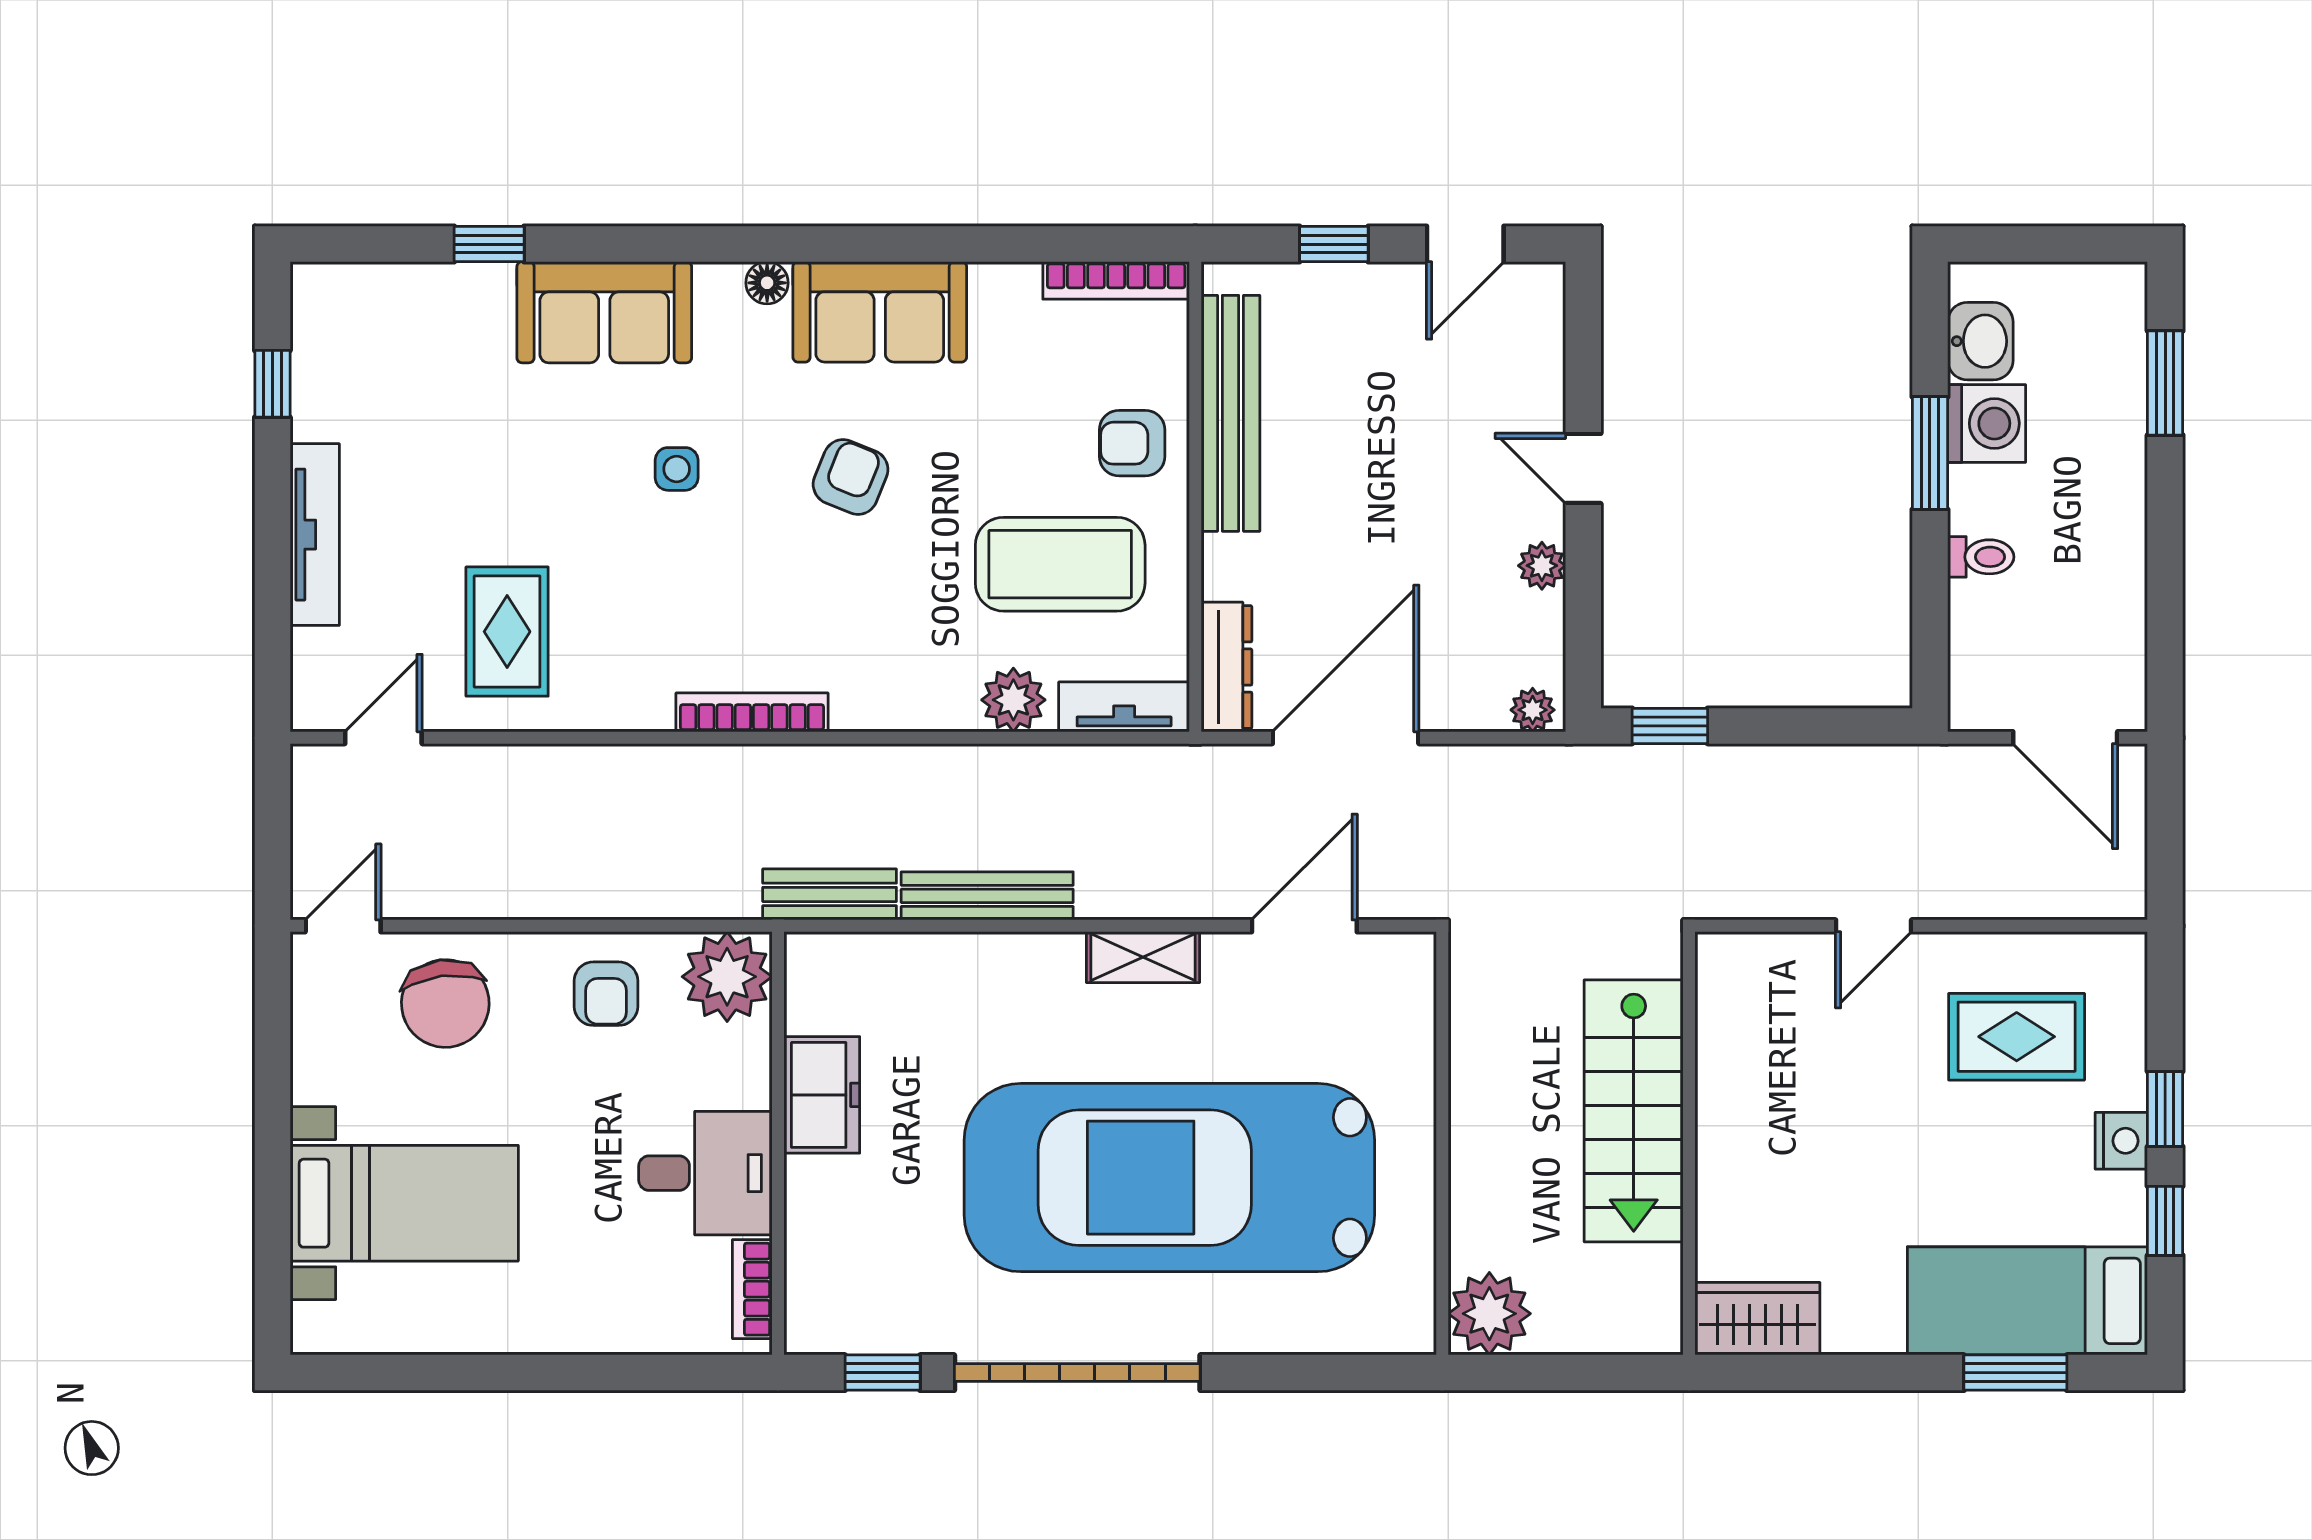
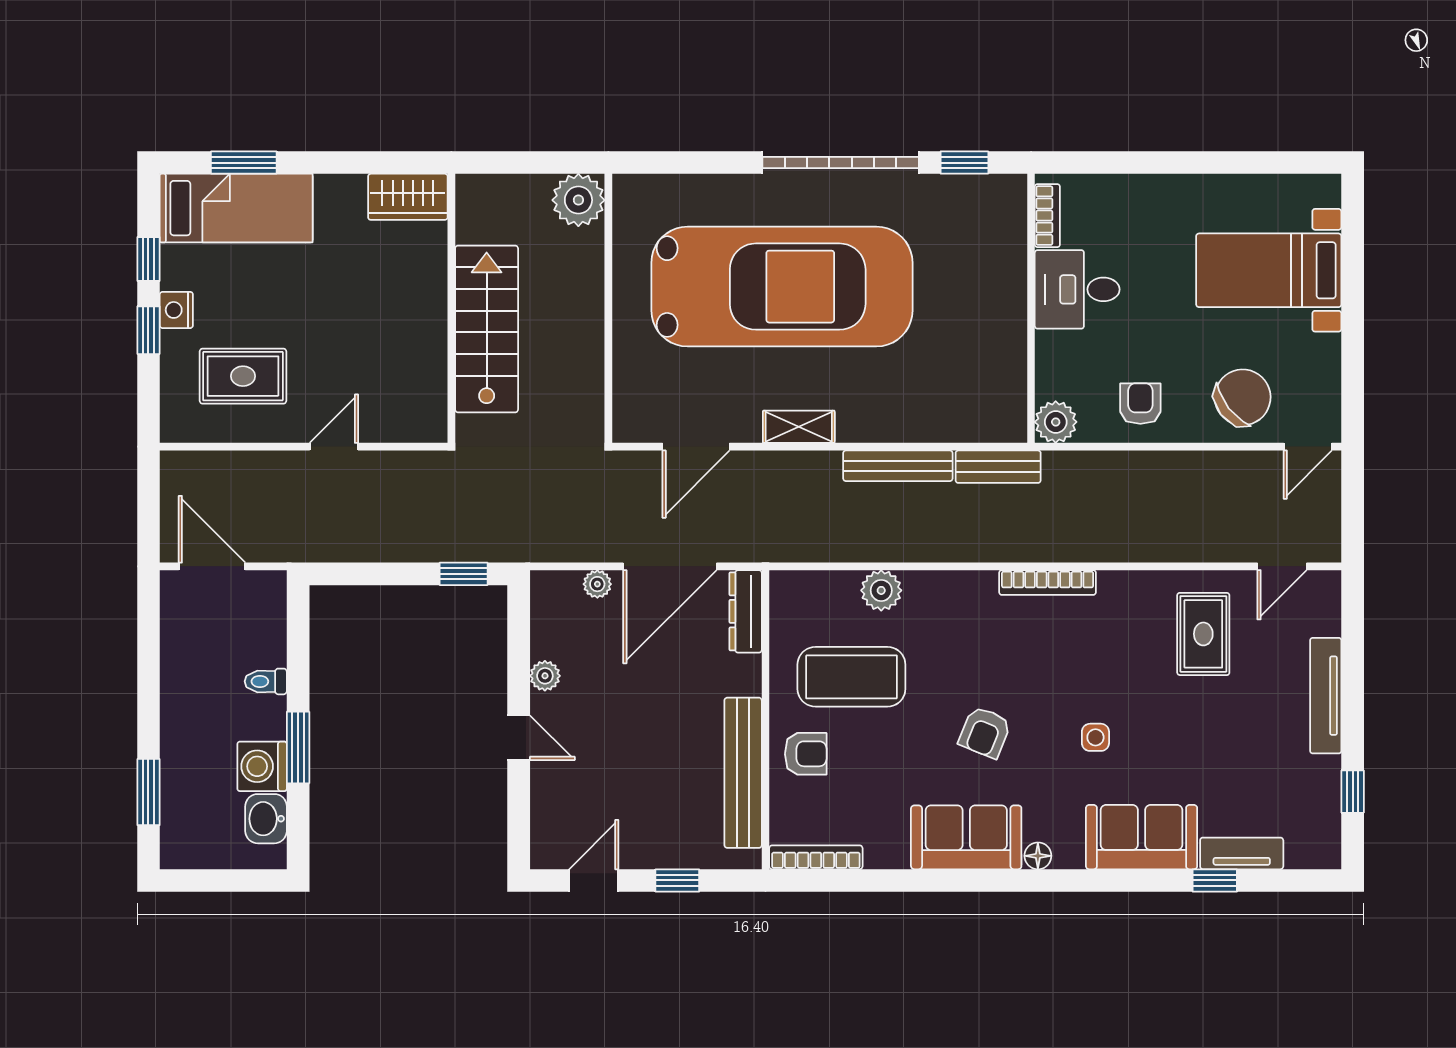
tv unit: (1124, 707) -> (1242, 853), moved, turned 180
plant: (1533, 710) -> (597, 584), moved
plant: (727, 977) -> (1056, 422), width x0.73, depth x0.73
chair: (445, 1003) -> (1243, 397), turned 59
freezer: (822, 1095) -> (1003, 339), removed

